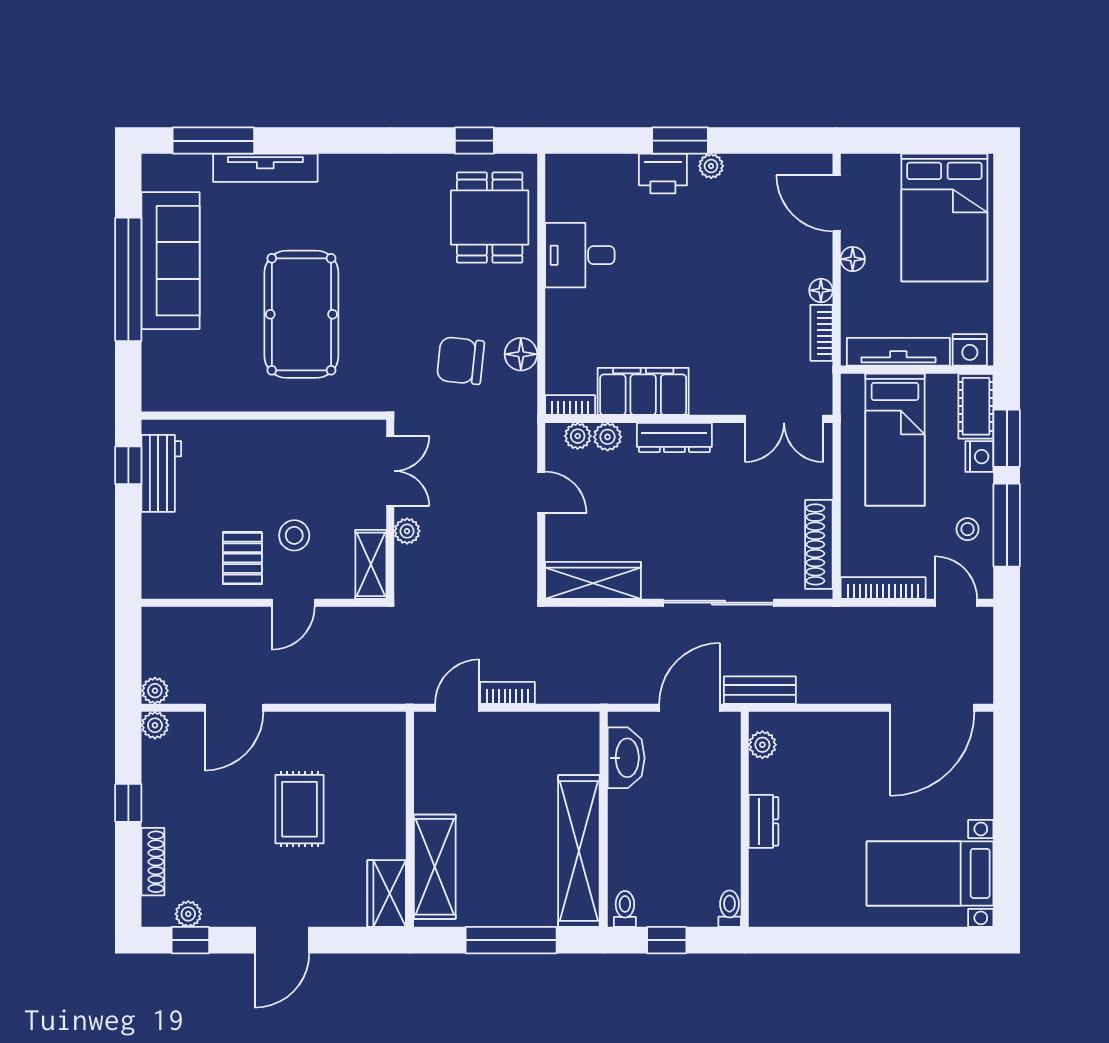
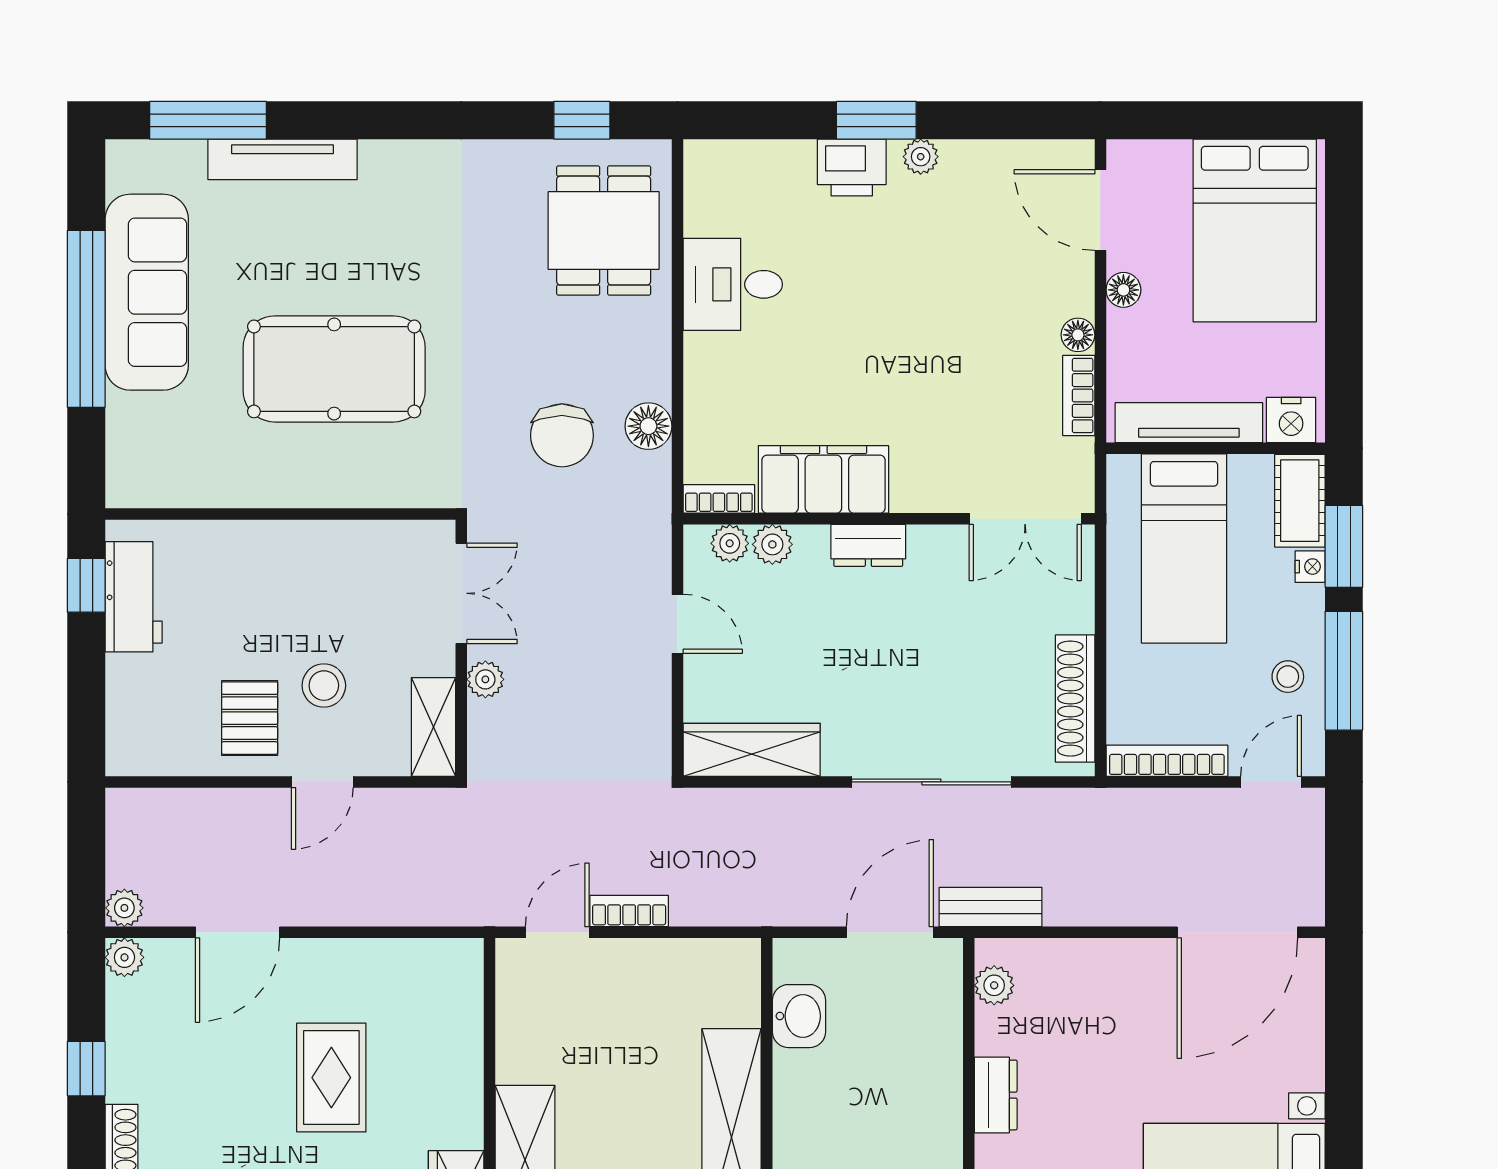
pool table: (301, 314) -> (334, 369), turned 90
chair: (461, 361) -> (562, 435), turned -96
dresser: (674, 438) -> (868, 545), width x0.70
nightstand: (979, 457) -> (1310, 567), width x0.72, depth x0.74
door: (956, 603) -> (1271, 782), hinge flipped
washbasin: (626, 758) -> (799, 1016), width x0.72

